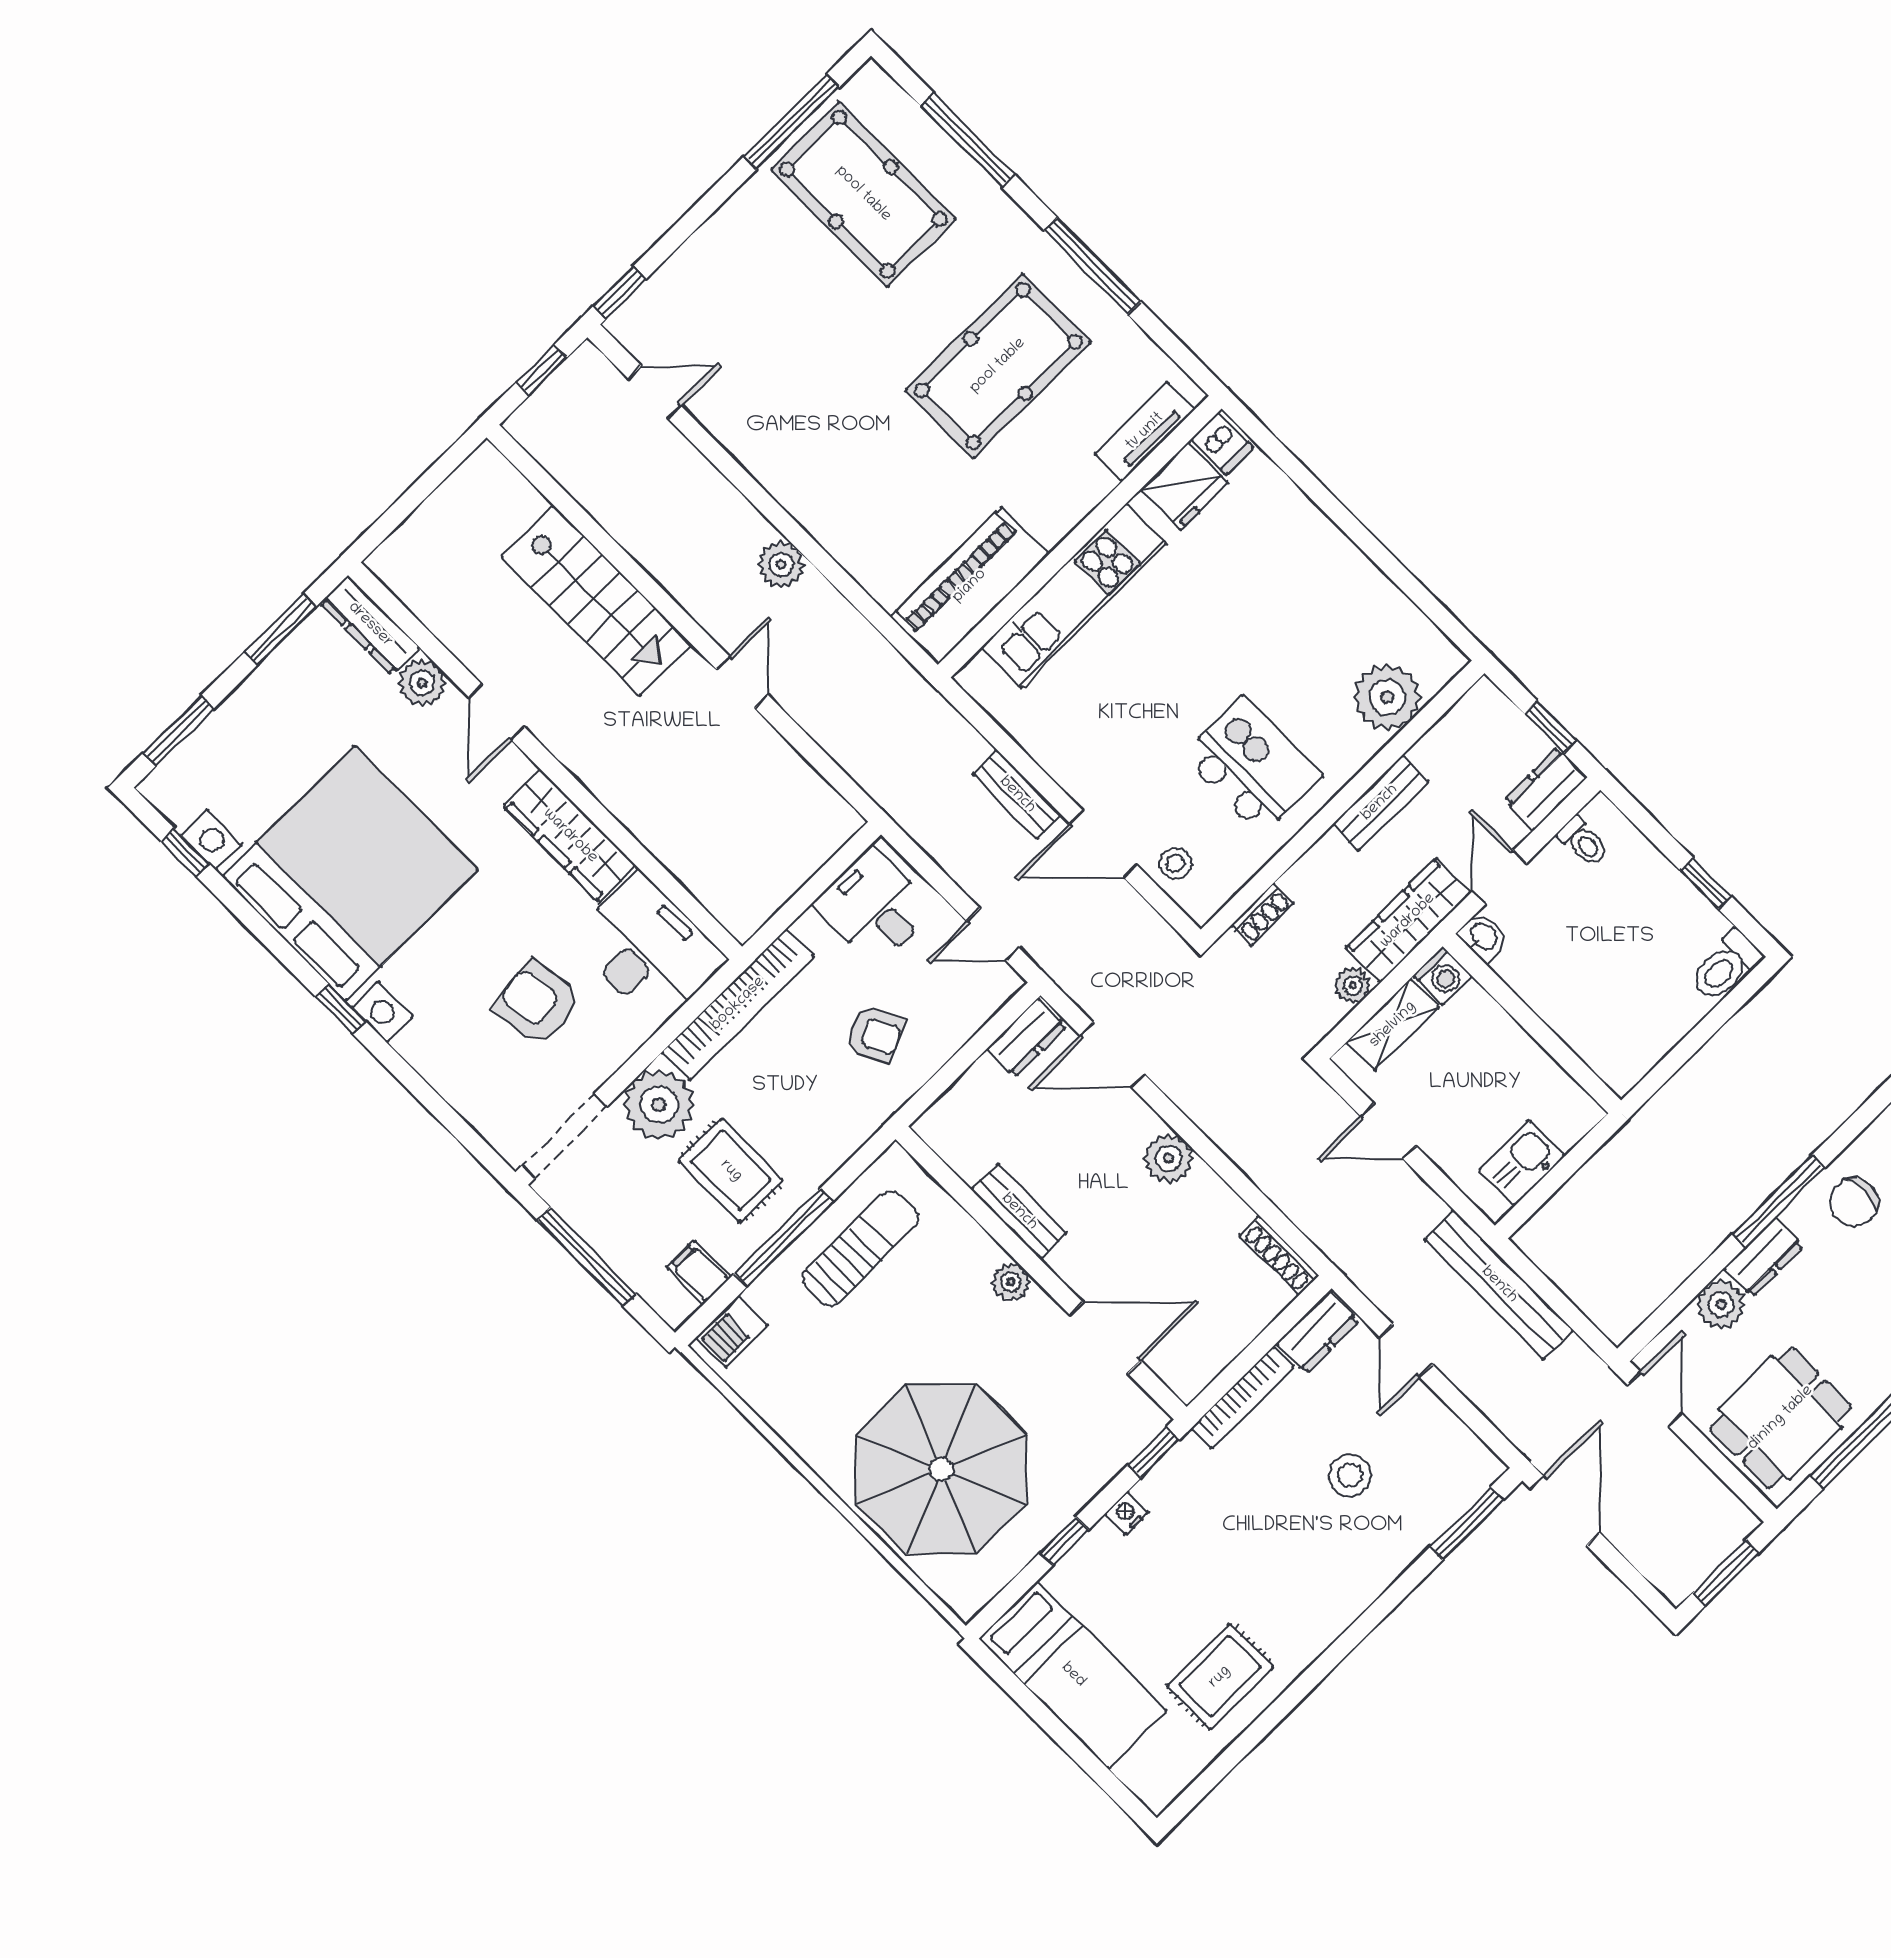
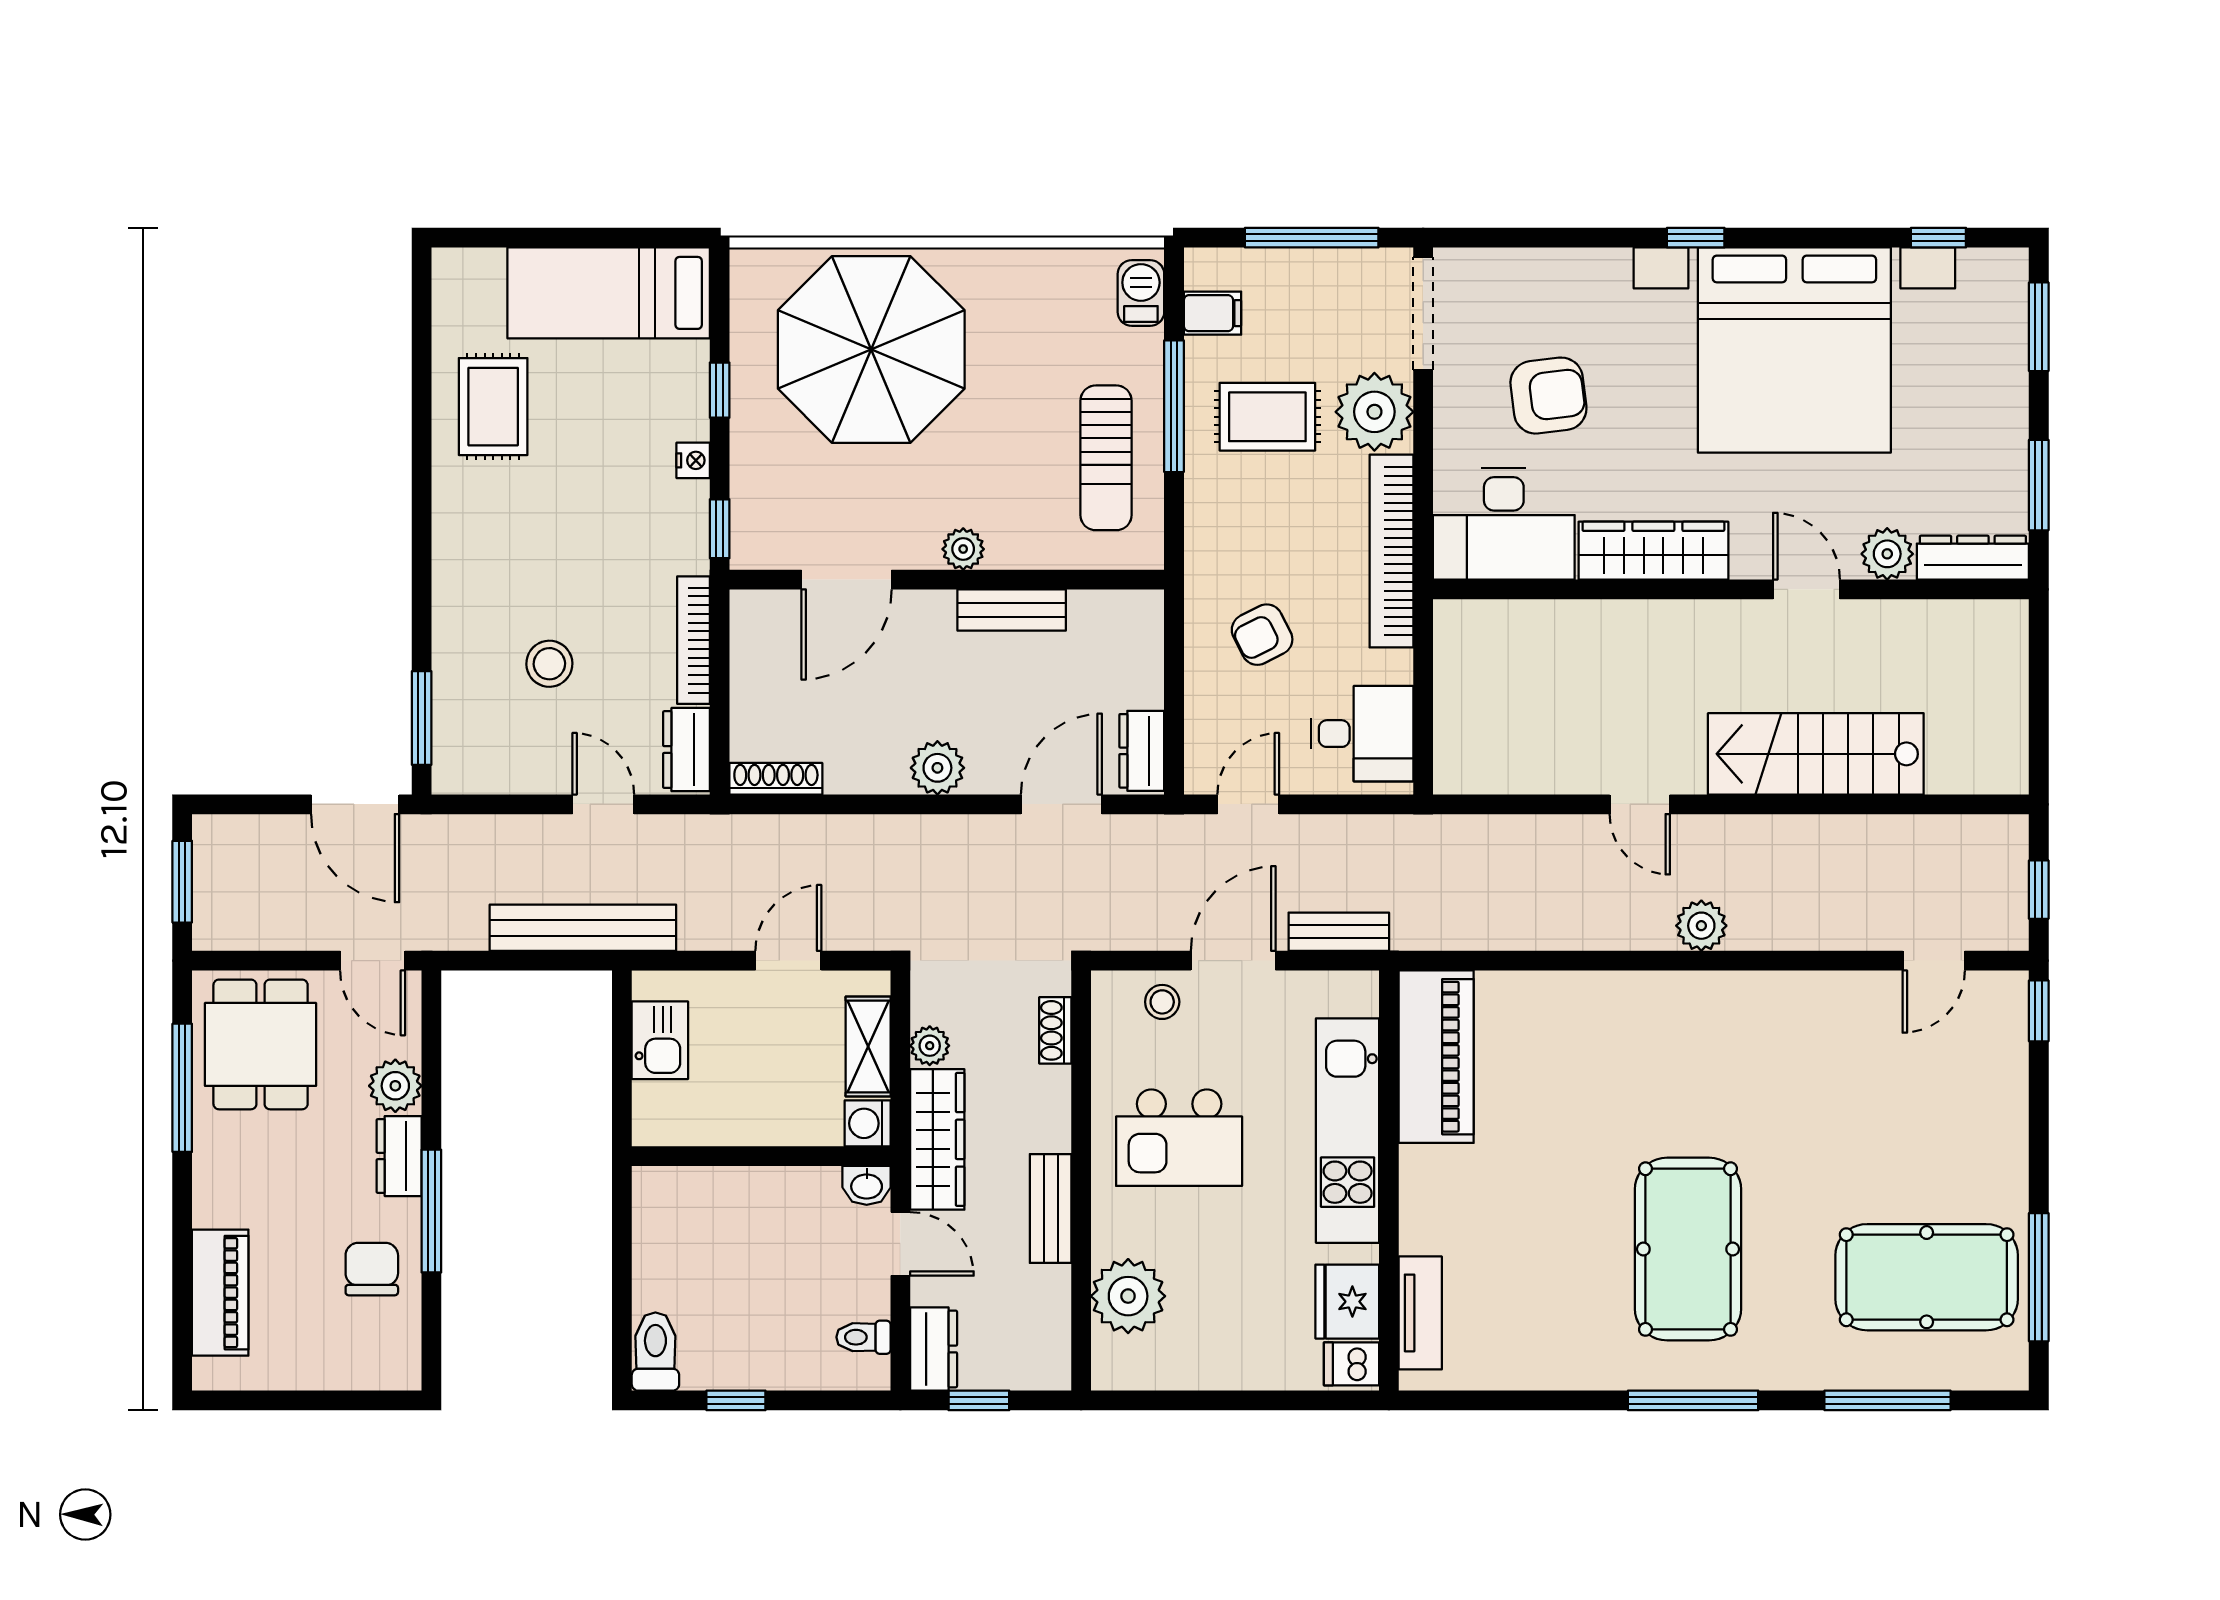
tv unit: (1145, 432) -> (1420, 1313), moved
dishwasher: (1222, 443) -> (1352, 1364), moved
fridge: (1184, 486) -> (1347, 1302), moved
wall: (1080, 537) -> (1389, 1181), moved
piano: (970, 586) -> (1436, 1057), moved
kitchen unit: (1074, 595) -> (1348, 1131), moved

